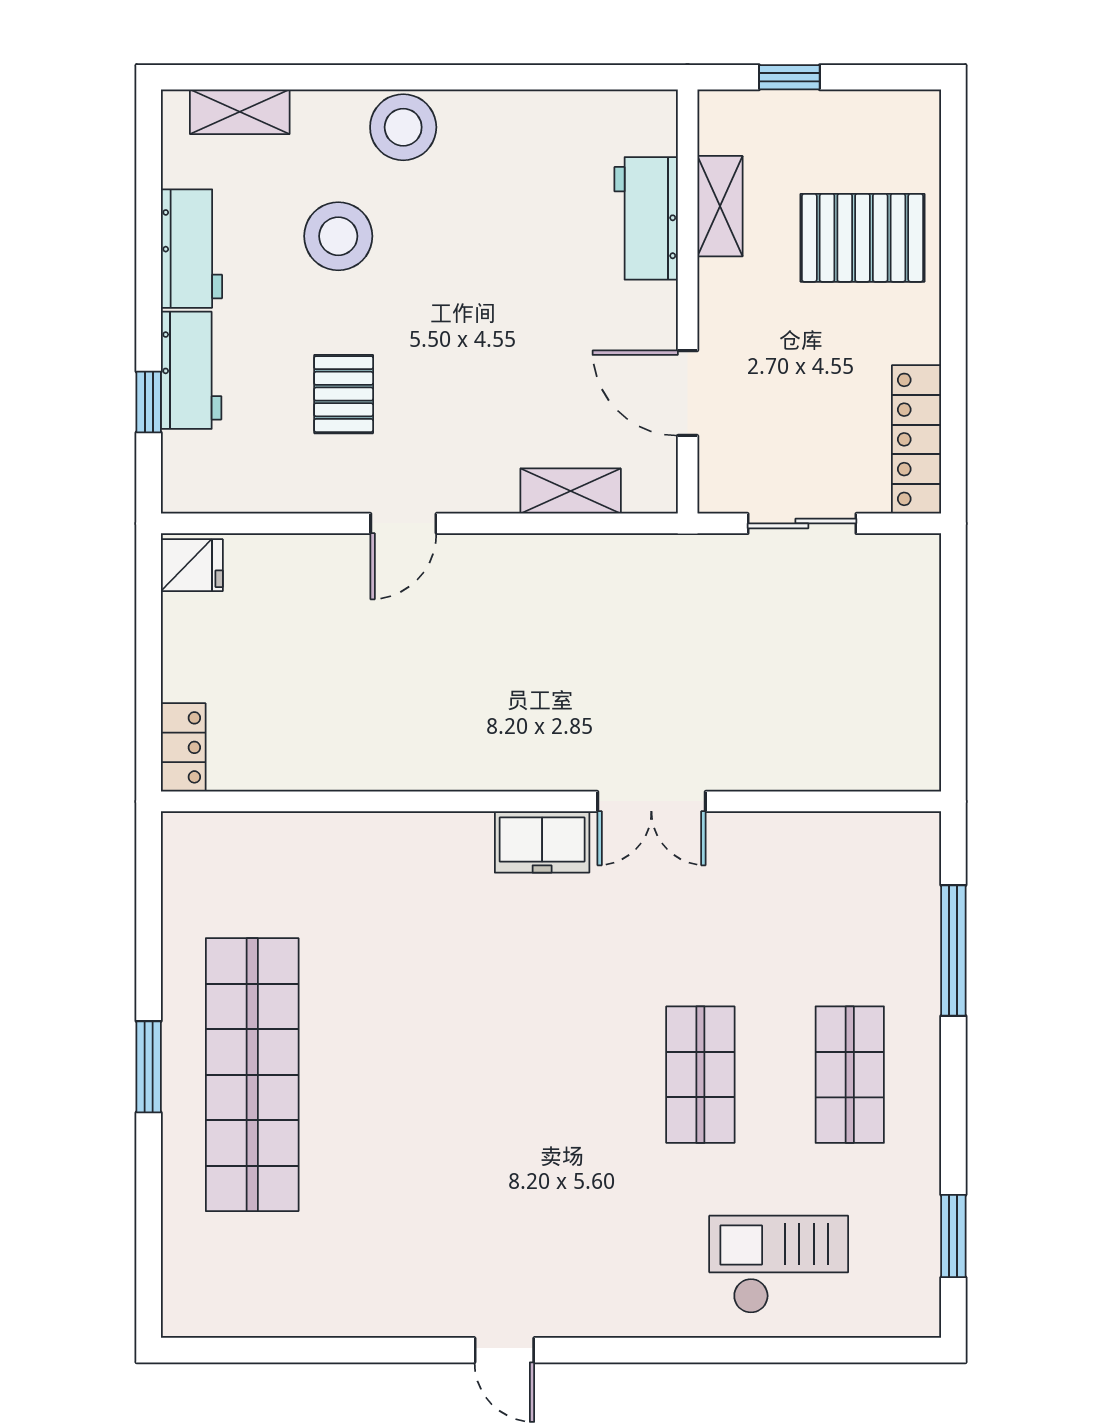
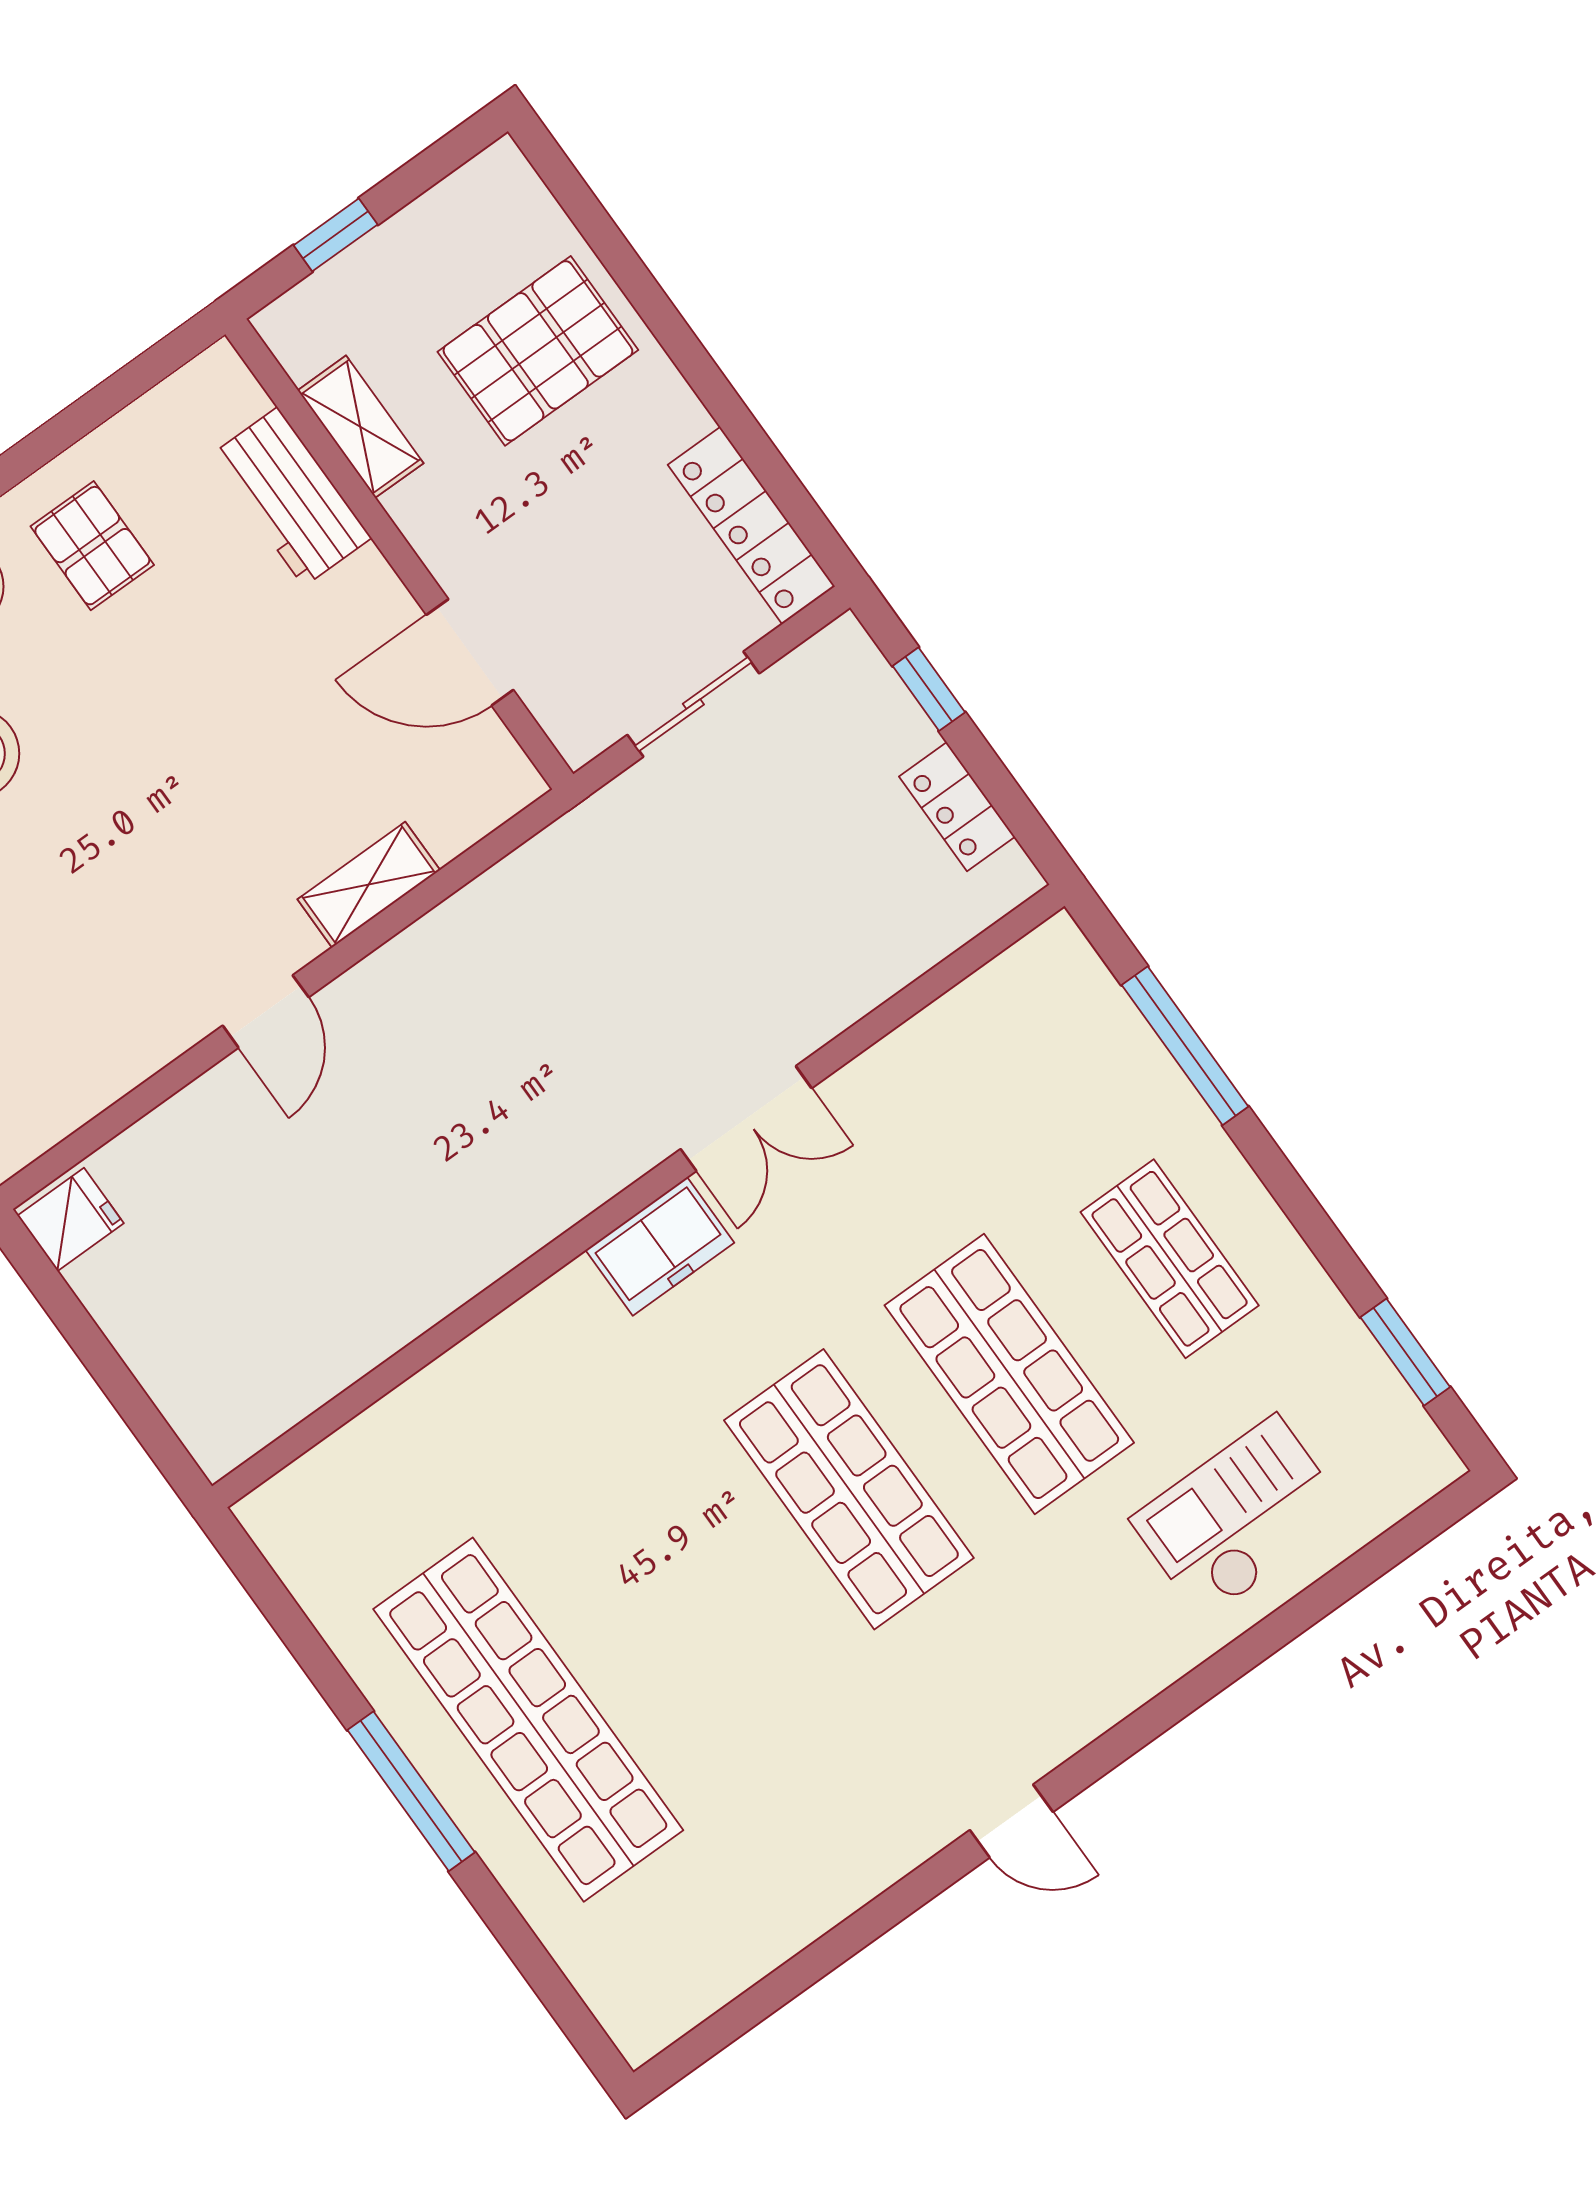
pallet: (344, 394) -> (92, 546), moved
shelving: (571, 491) -> (369, 885), moved
window: (953, 618) -> (929, 689), added
locker: (183, 747) -> (957, 807), moved, turned 180
window: (149, 1067) -> (411, 1791), width x1.44
shop shelf: (551, 1075) -> (849, 1489), added
shop shelf: (700, 1075) -> (1009, 1374), width x1.43, depth x1.36

